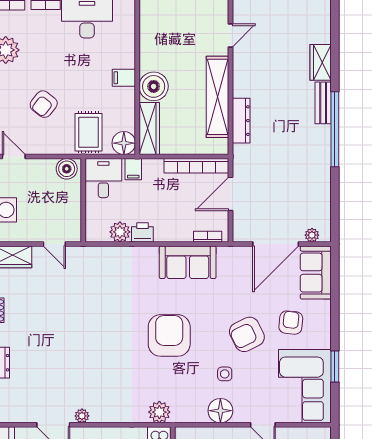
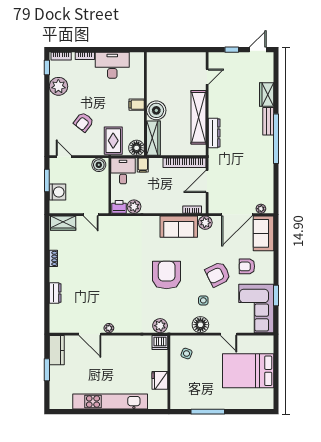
printer: (142, 232) -> (119, 207), moved
plant: (228, 256) -> (205, 223), added
armchair: (291, 323) -> (247, 266), turned -96

